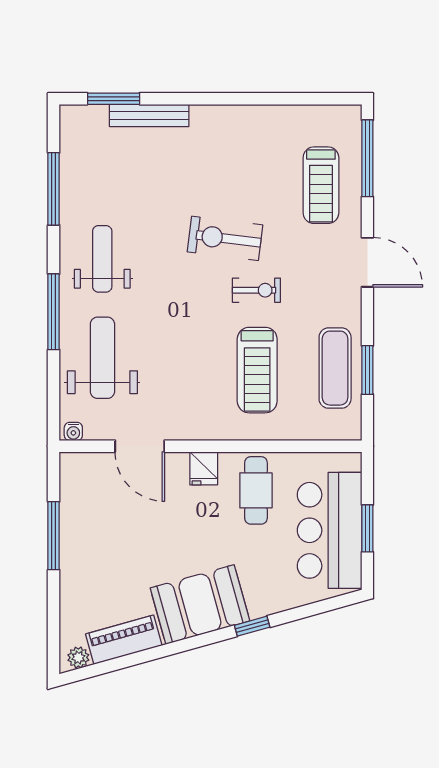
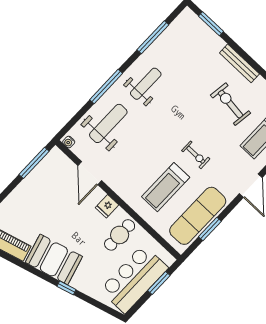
bench: (149, 115) -> (239, 63), moved
exercise bike: (225, 238) -> (231, 104), moved
exercise mat: (335, 368) -> (198, 216), width x1.36, depth x1.45
window: (367, 528) -> (159, 283), moved
window: (54, 536) -> (34, 163), moved

